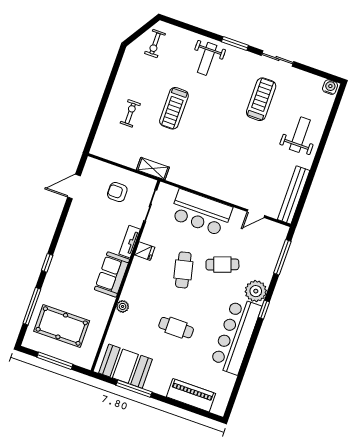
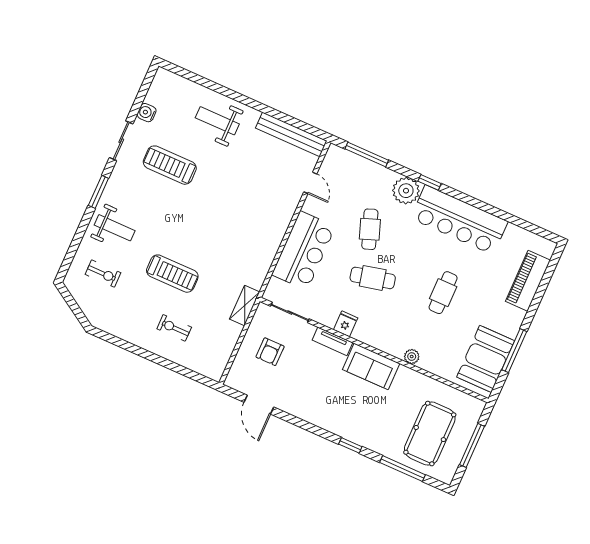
exercise bike: (155, 44) -> (103, 274), moved
water cooler: (330, 87) -> (147, 113), moved

